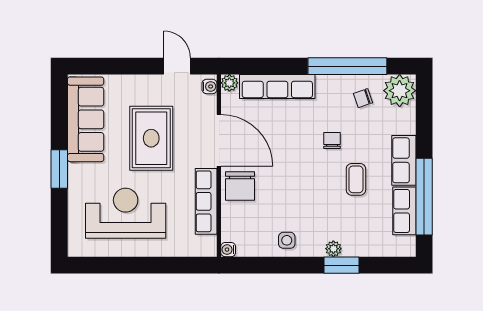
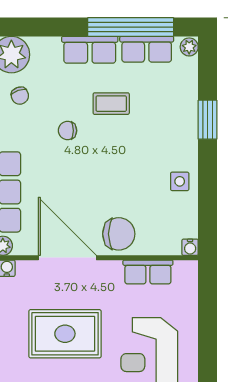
door: (219, 140) -> (67, 258), hinge flipped
row of seats: (206, 201) -> (148, 272), width x0.68
plant: (333, 249) -> (189, 47), moved

